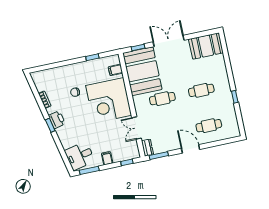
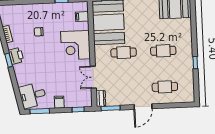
corner desk: (109, 100) -> (75, 45), width x0.74, depth x0.74
door: (191, 149) -> (143, 107), swing flipped

